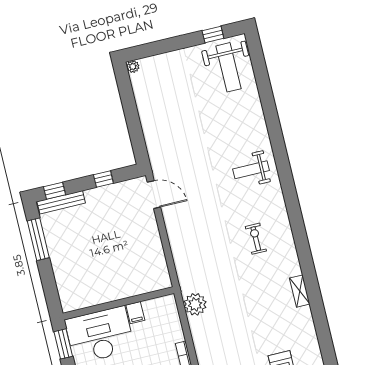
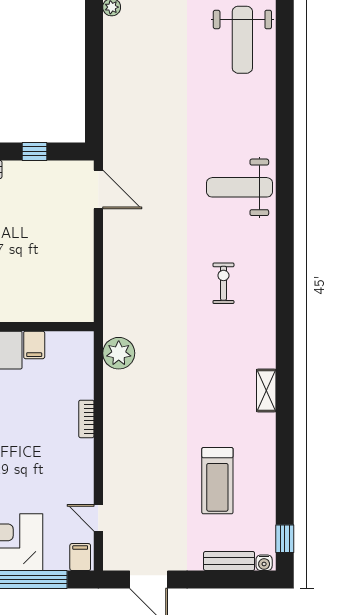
weight bench: (251, 170) -> (240, 187), width x1.36, depth x1.33
shelving: (300, 291) -> (266, 390), moved

